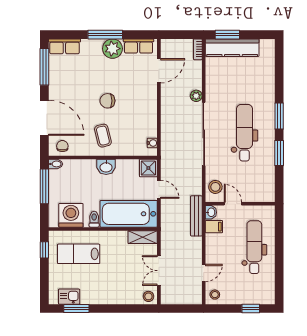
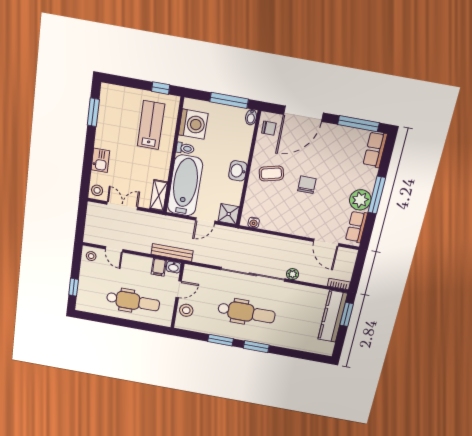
stool: (215, 187) -> (186, 310), moved
kitchen sink: (69, 297) -> (100, 160), moved

